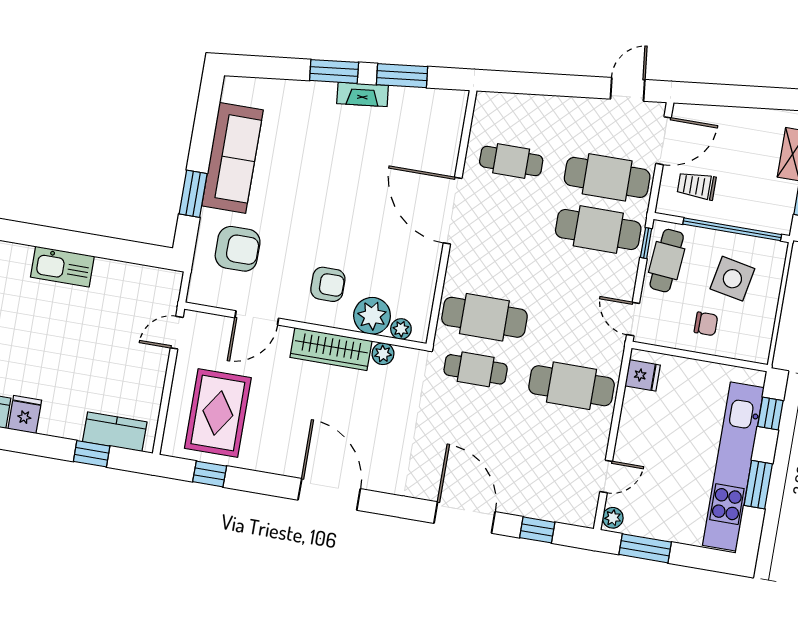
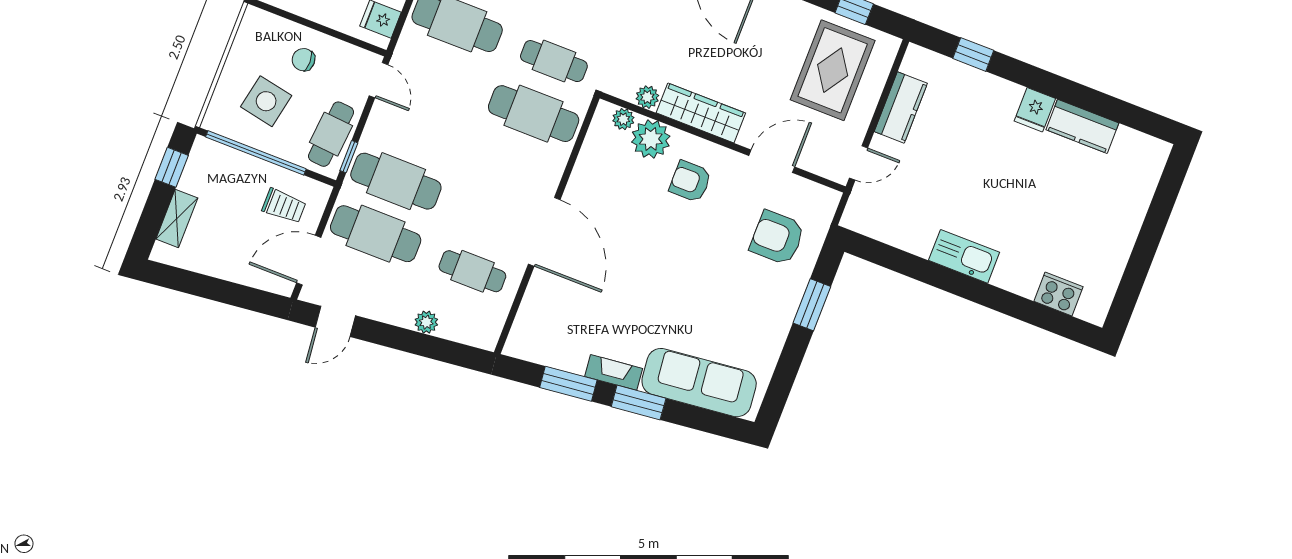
plant: (544, 106) -> (426, 322), added
sofa: (232, 158) -> (699, 383), moved, turned 84
kitchen counter: (115, 432) -> (901, 107), moved, turned -90

